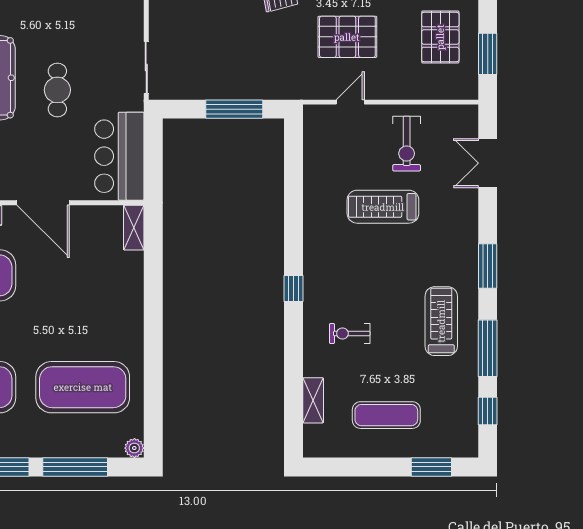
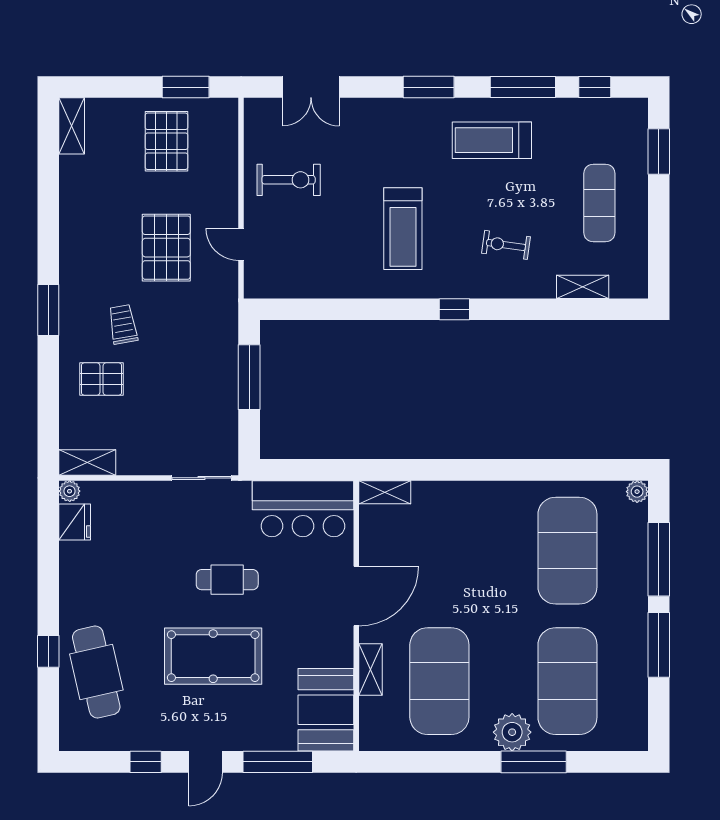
pallet: (440, 37) -> (167, 141), turned 90
treadmill: (383, 207) -> (403, 229), moved
exercise bike: (350, 334) -> (506, 245), turned 98

